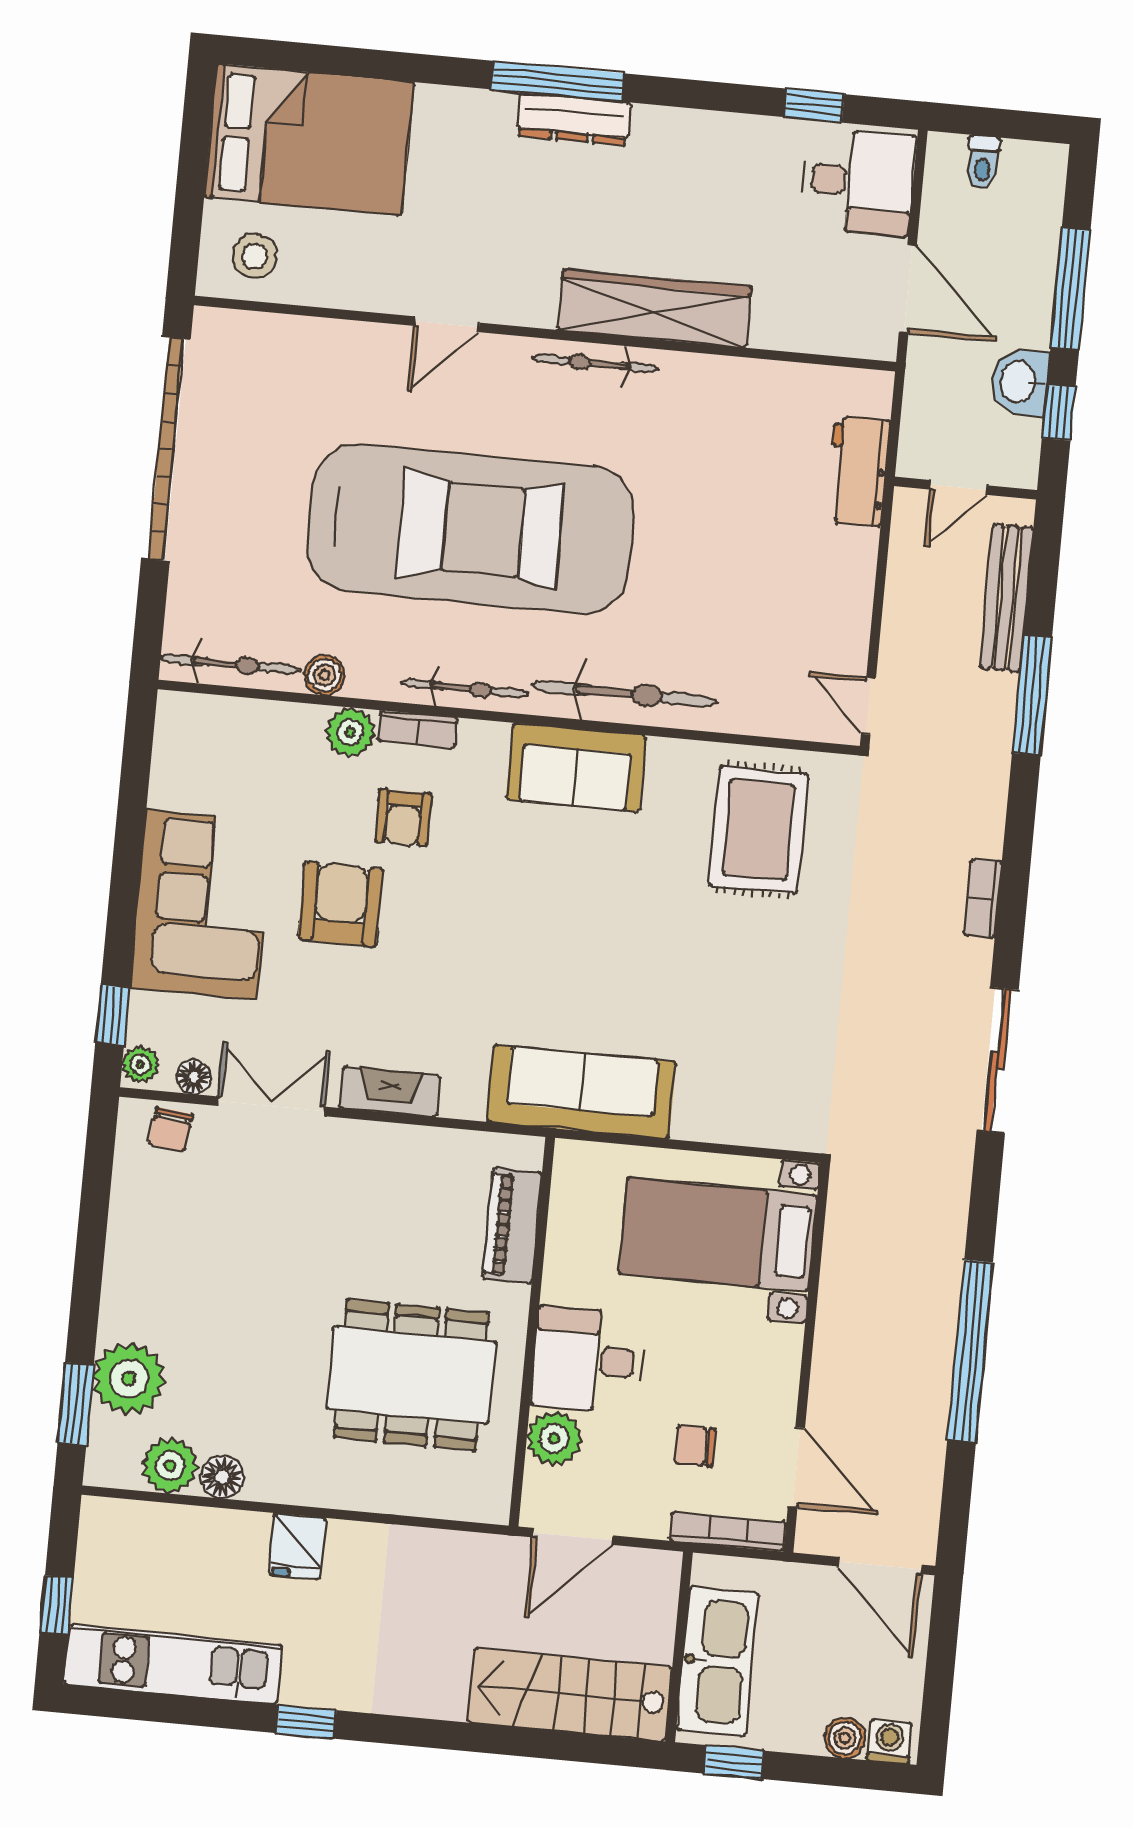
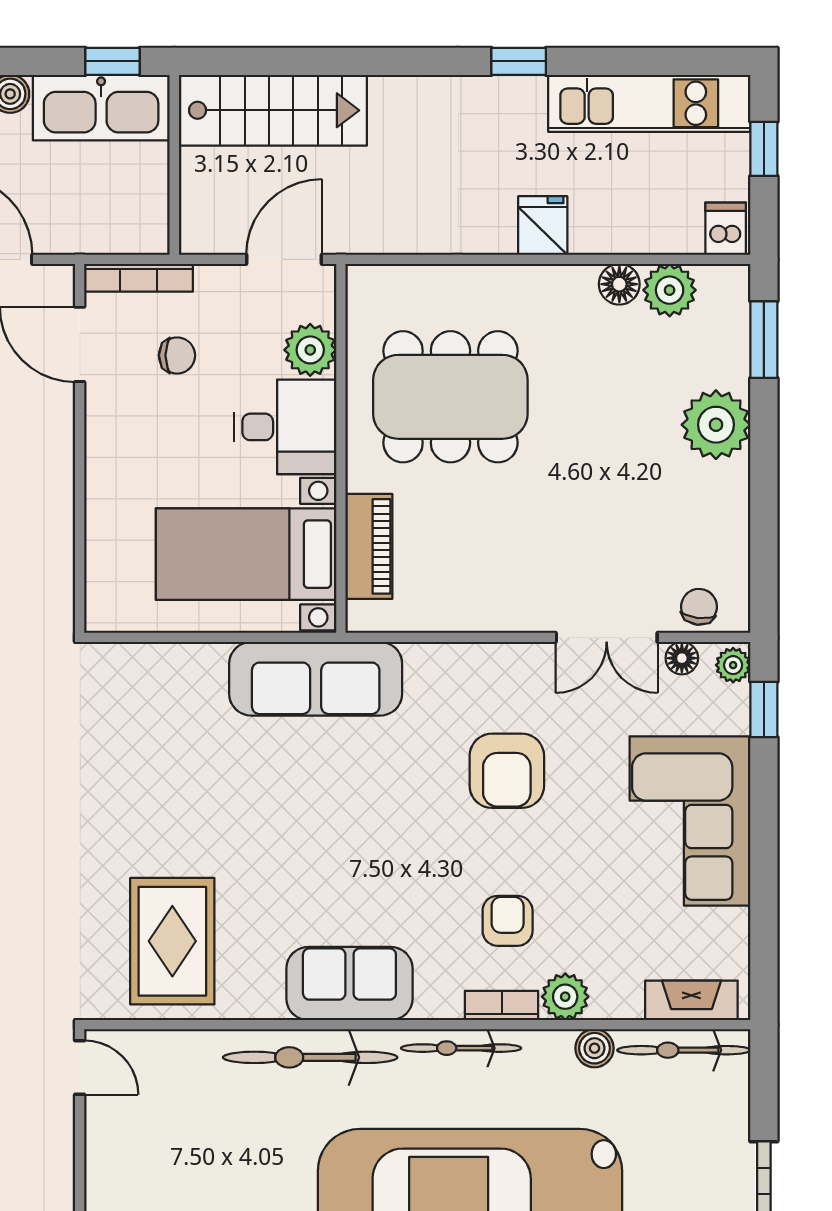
armchair: (341, 904) -> (507, 771), moved
fireplace: (390, 1092) -> (691, 1000), moved, turned 180
bed with nightstands: (718, 1234) -> (246, 554), moved, turned 180
plant: (129, 1379) -> (716, 425), moved
dishwasher: (105, 1525) -> (726, 229), added
kitchen sink: (717, 1661) -> (101, 108), moved, turned -90

